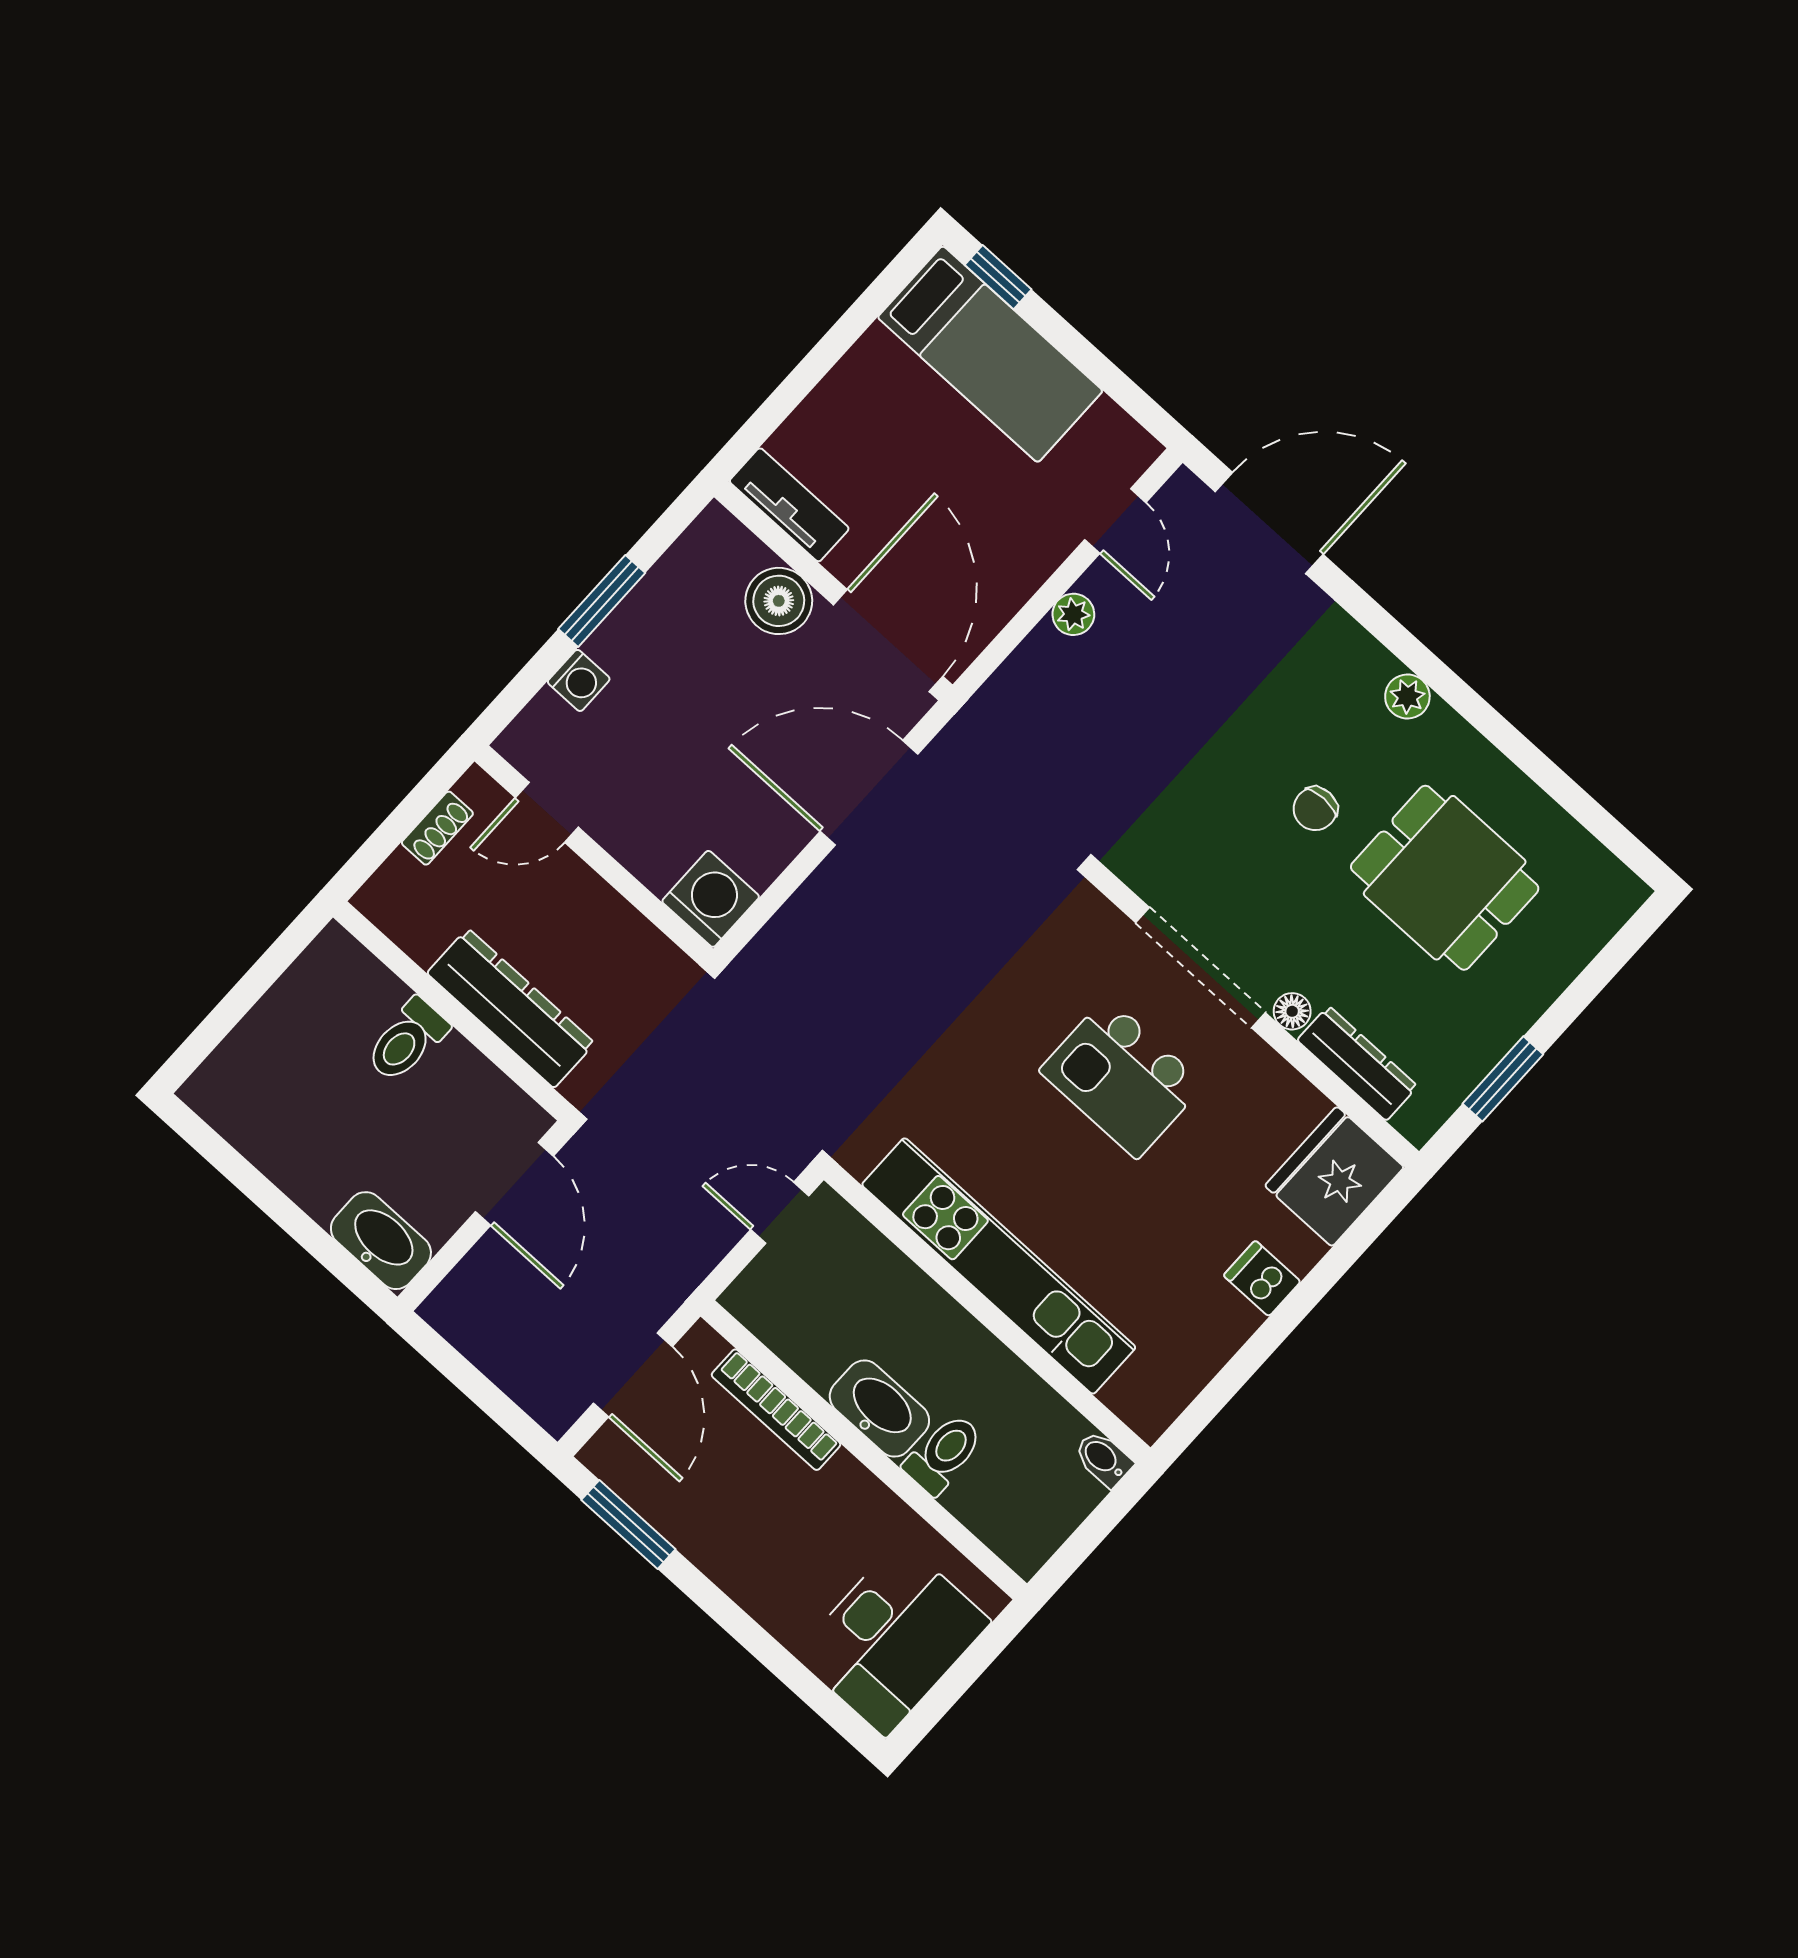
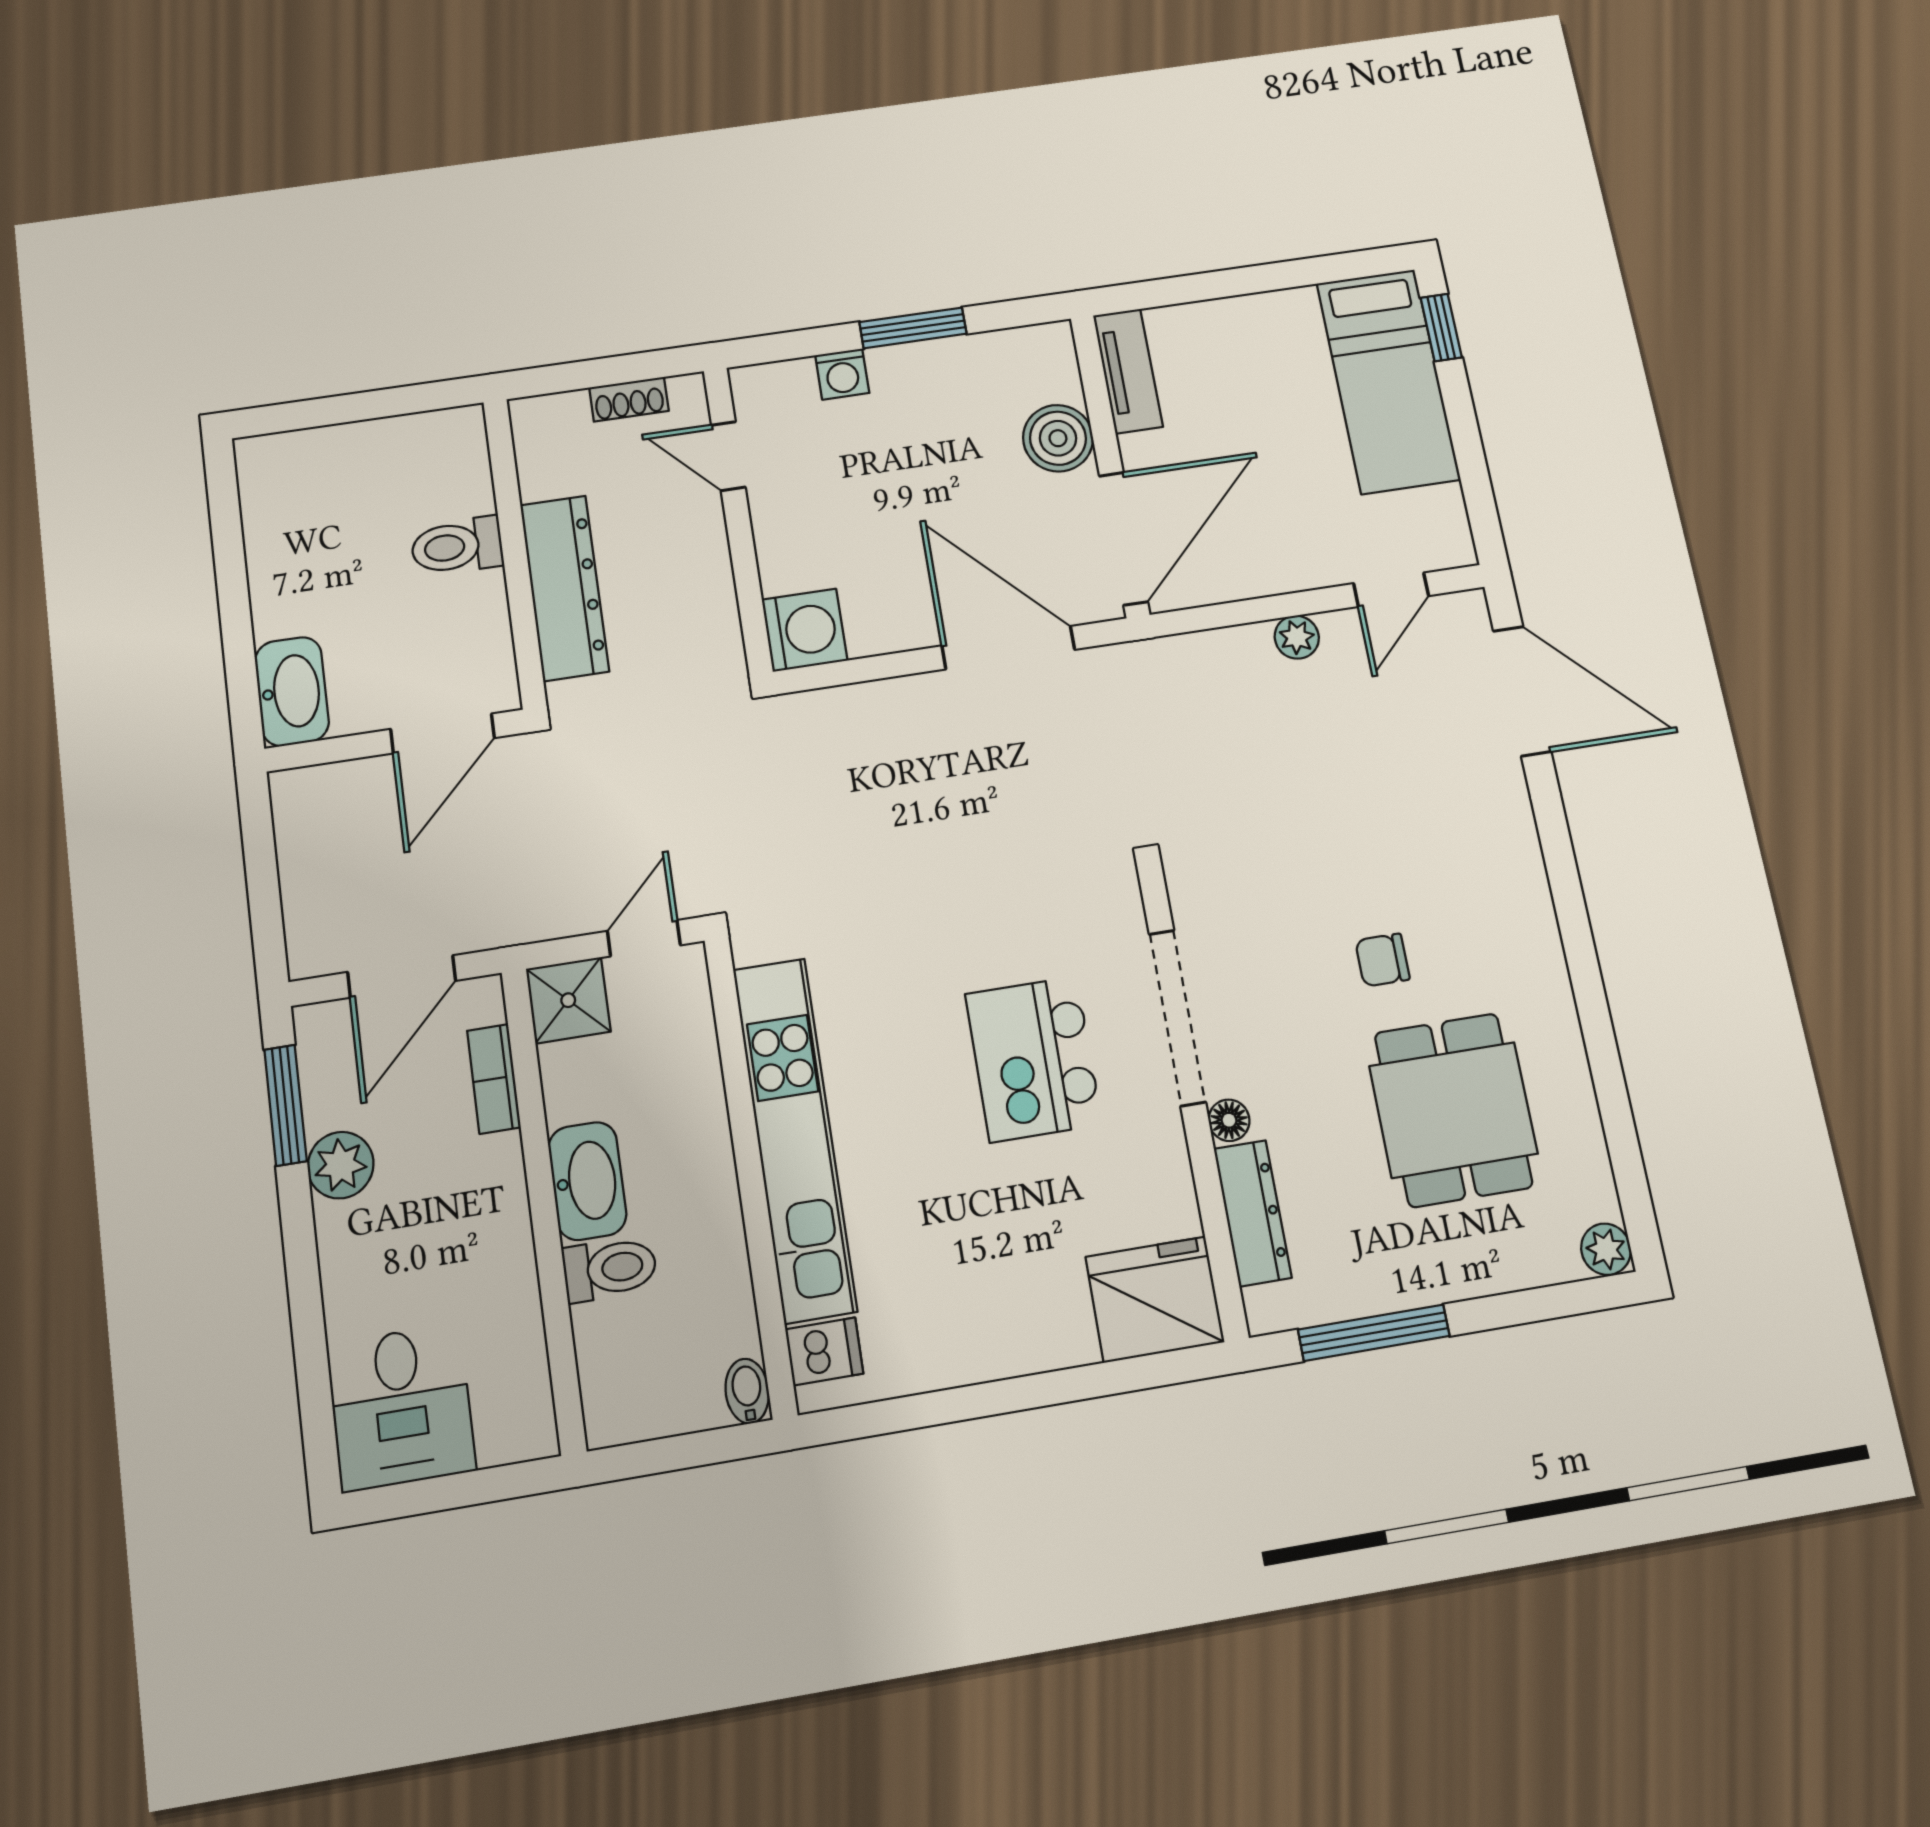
plant: (1407, 696) -> (1606, 1249), moved
window: (1503, 1079) -> (1374, 1333), width x1.44
door: (780, 1213) -> (644, 938), hinge flipped
dishwasher: (1262, 1278) -> (824, 1351), moved, turned 90
shower: (763, 1298) -> (568, 1000), added
bookcase: (776, 1410) -> (494, 1079), width x0.64
plant: (701, 1533) -> (341, 1165), added
desk: (893, 1638) -> (401, 1407), width x0.73

